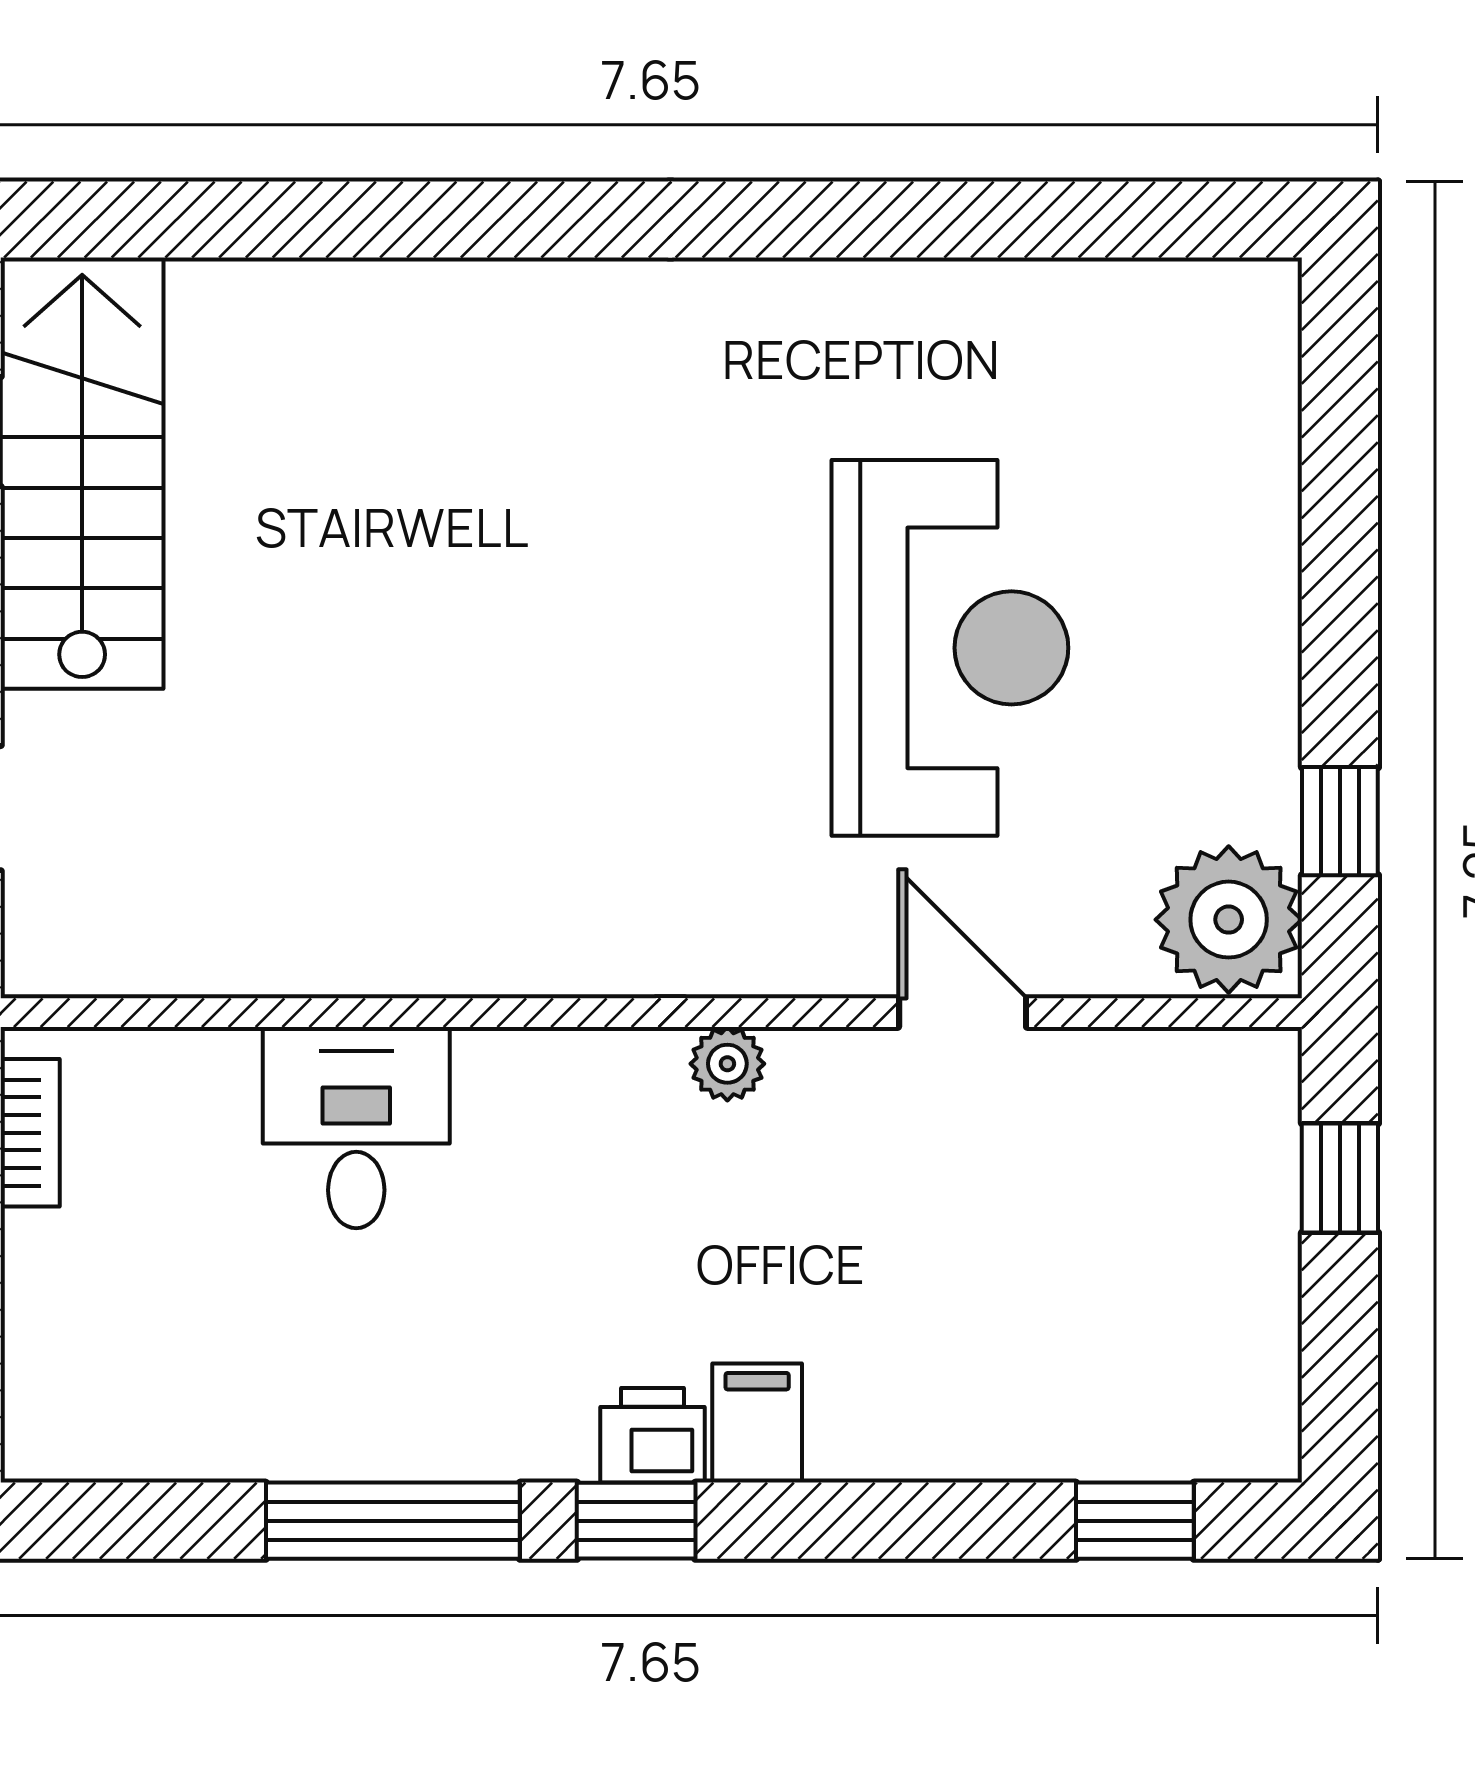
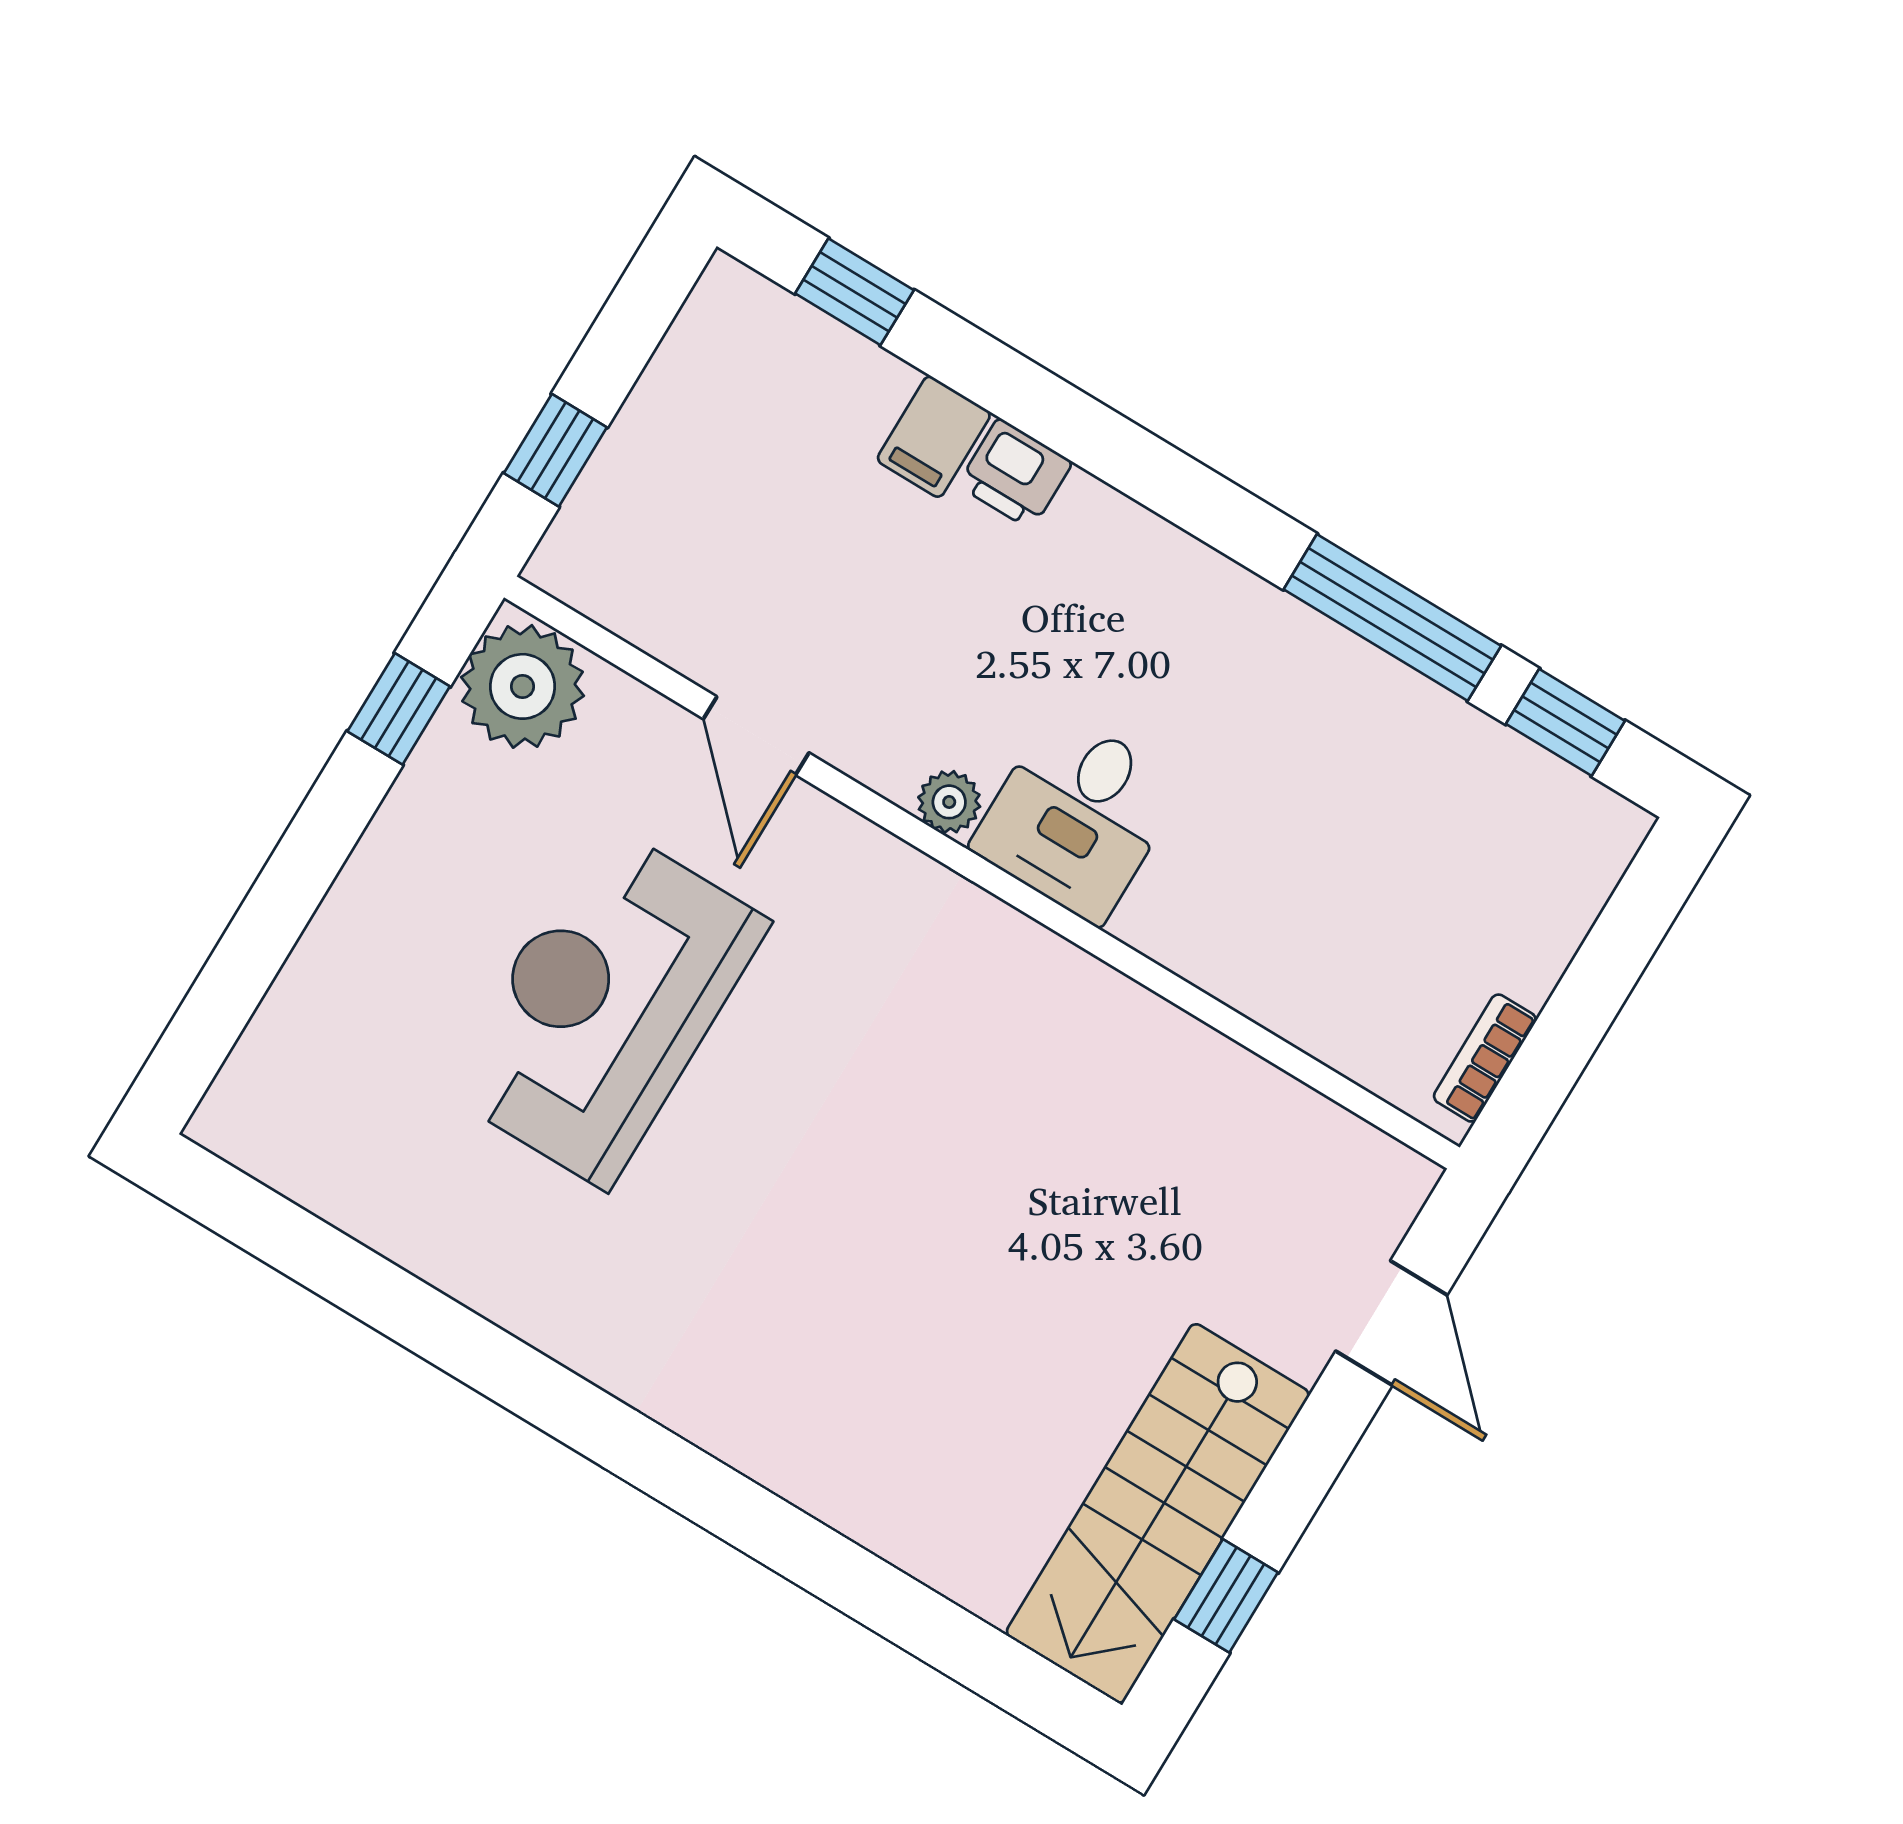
desk: (356, 1128) -> (1077, 816), moved
filing cabinet: (757, 1423) -> (934, 437), moved
printer: (653, 1435) -> (1015, 474), moved
window: (636, 1521) -> (1565, 722), moved

